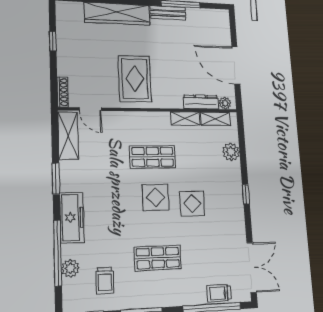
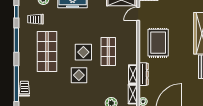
rug: (135, 79) -> (158, 43), turned 90
dresser: (201, 102) -> (144, 74), moved
shop shelf: (158, 258) -> (47, 52), width x1.43, depth x1.36

